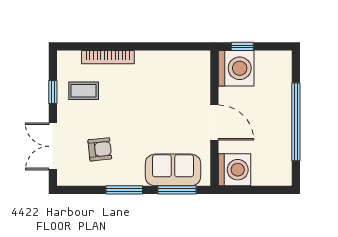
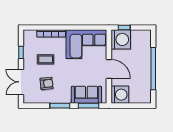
corner sofa: (173, 77) -> (86, 44), added
coffee table: (84, 91) -> (46, 59), moved

